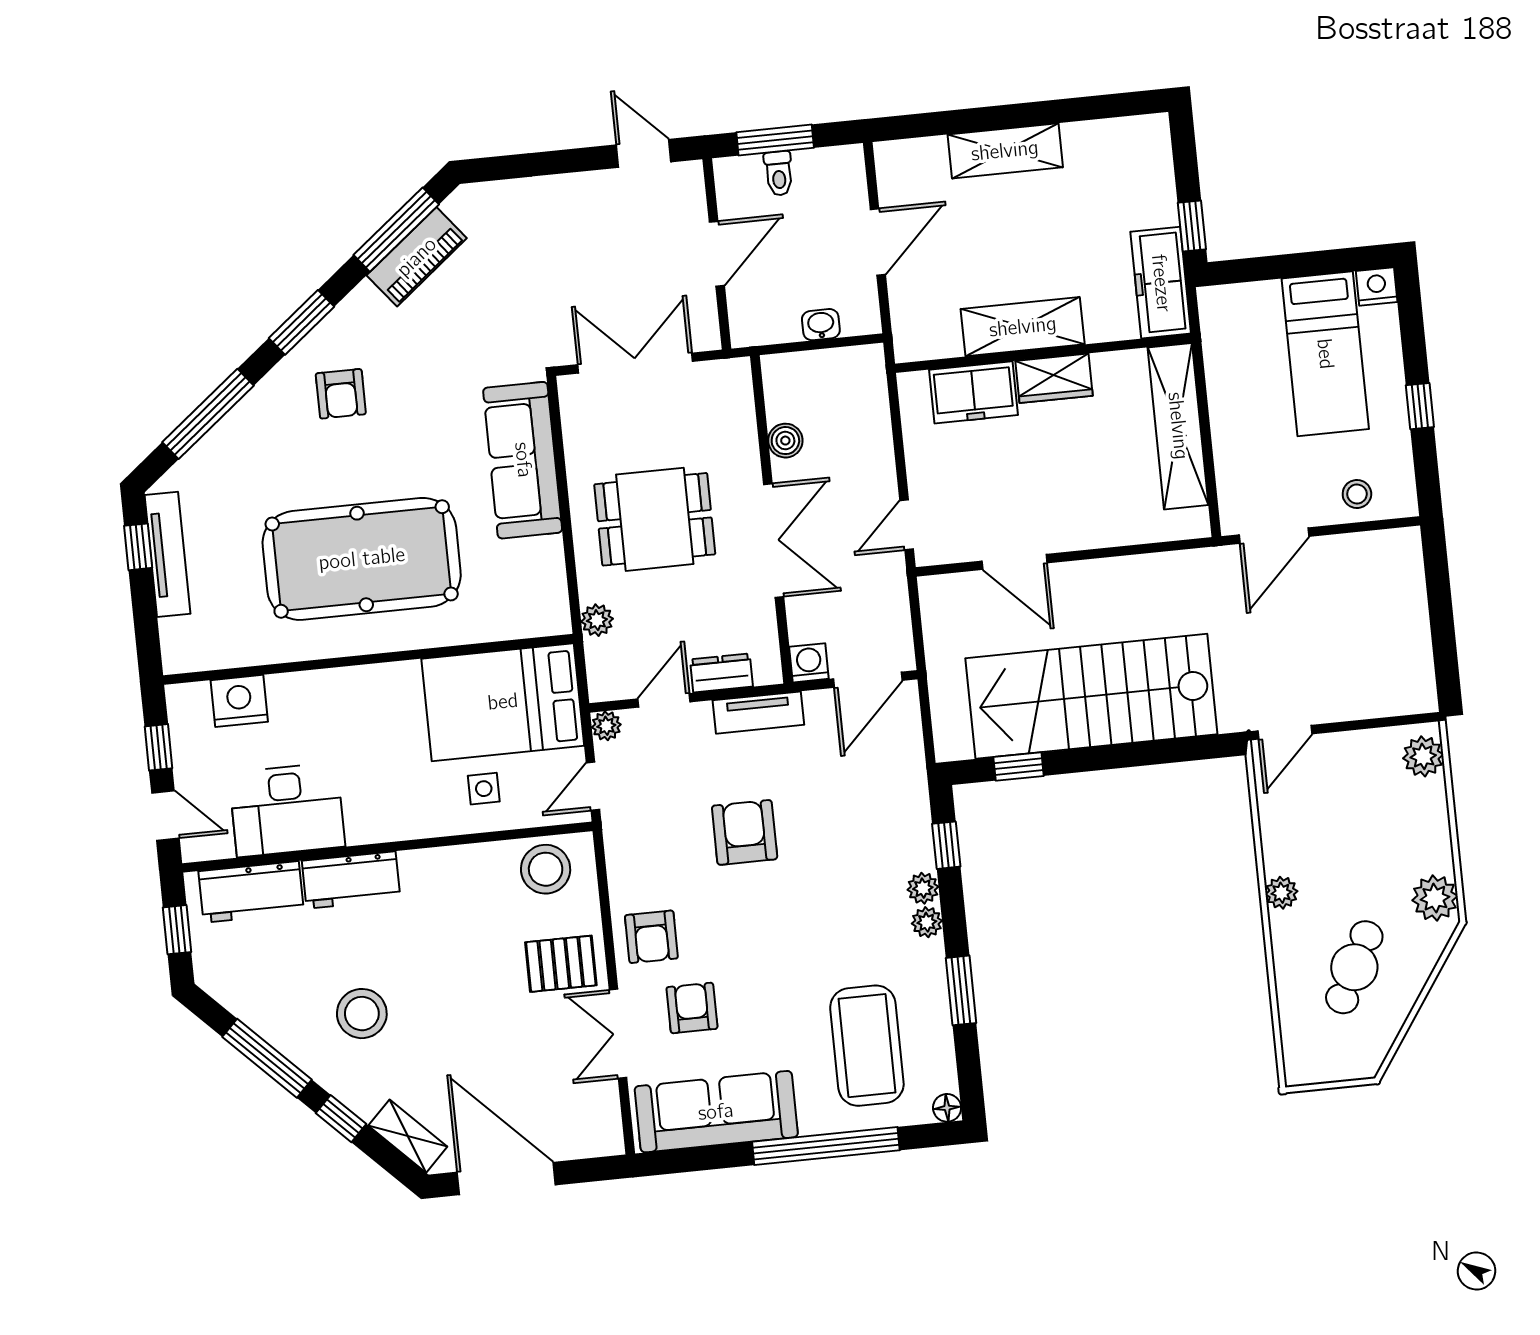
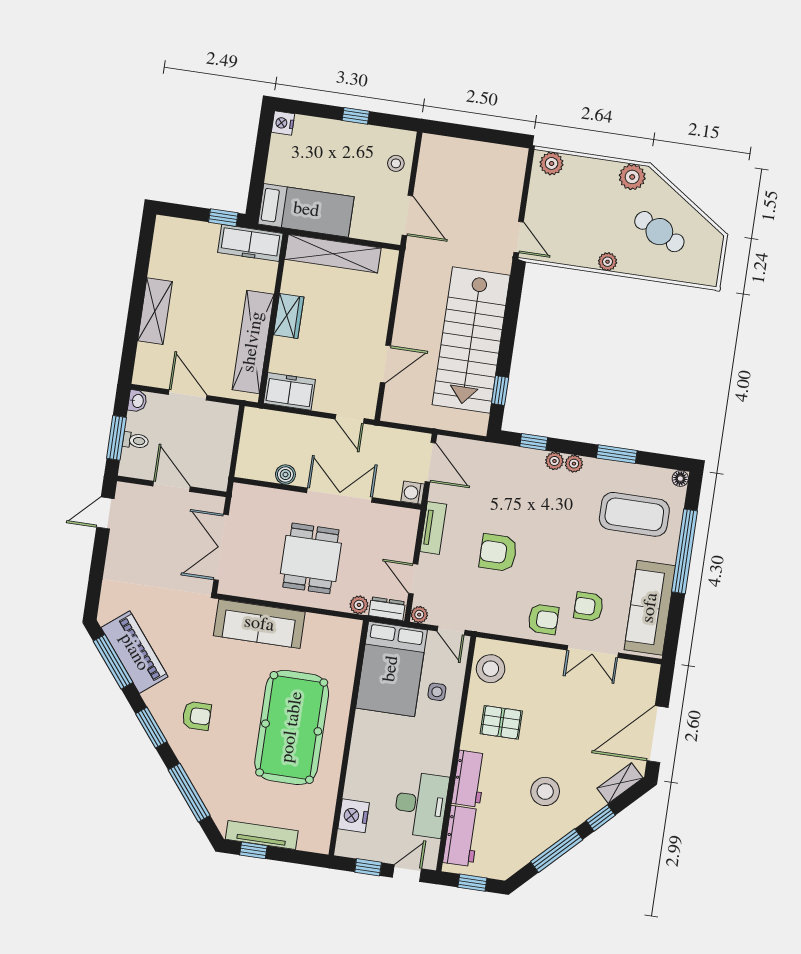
piano: (417, 257) -> (134, 652), width x1.37, depth x1.33
washbasin: (821, 325) -> (137, 401), moved, turned 180
shelving: (1023, 327) -> (253, 342), width x1.47
bed: (1325, 354) -> (306, 210), moved
freezer: (973, 392) -> (289, 391), moved, turned -90
dresser: (722, 673) -> (387, 609), moved, turned 90
pallet: (561, 964) -> (501, 722), moved, turned 90

